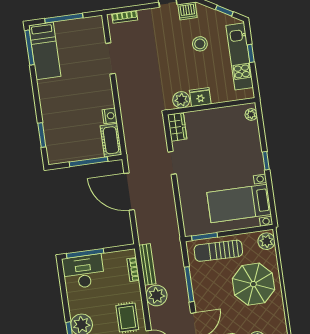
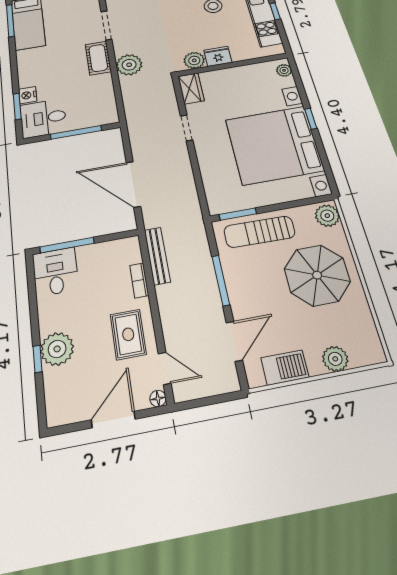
nightstand: (110, 116) -> (28, 95), moved, turned 180
cot: (111, 140) -> (98, 58), moved
desk: (63, 147) -> (43, 118), added
door: (129, 192) -> (133, 184), moved
bed with nightstands: (239, 204) -> (274, 145), width x1.85
bookcase: (133, 270) -> (139, 280), moved
desk: (83, 272) -> (55, 272), width x0.73
plant: (156, 295) -> (129, 65), moved

